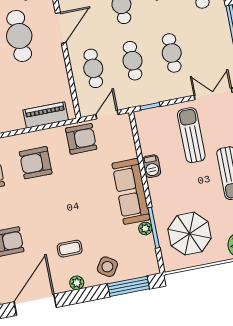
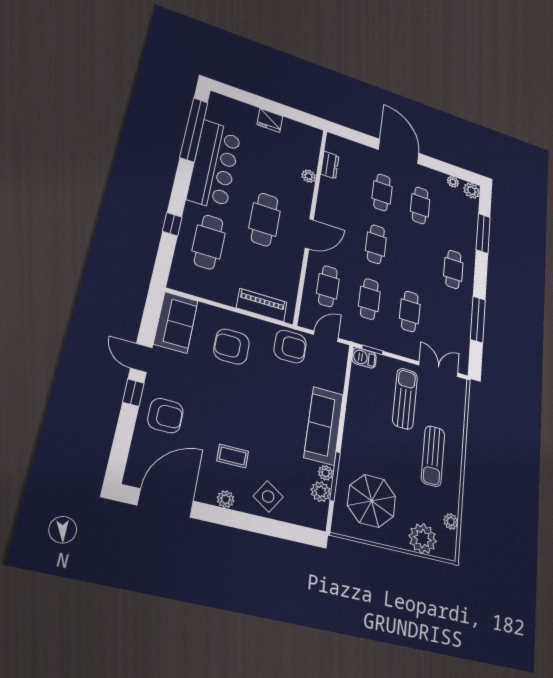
barbecue: (152, 166) -> (364, 358), moved, turned 90
plant: (146, 245) -> (321, 492), added
window: (129, 286) -> (284, 530), removed

